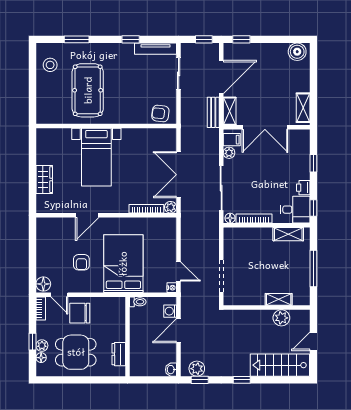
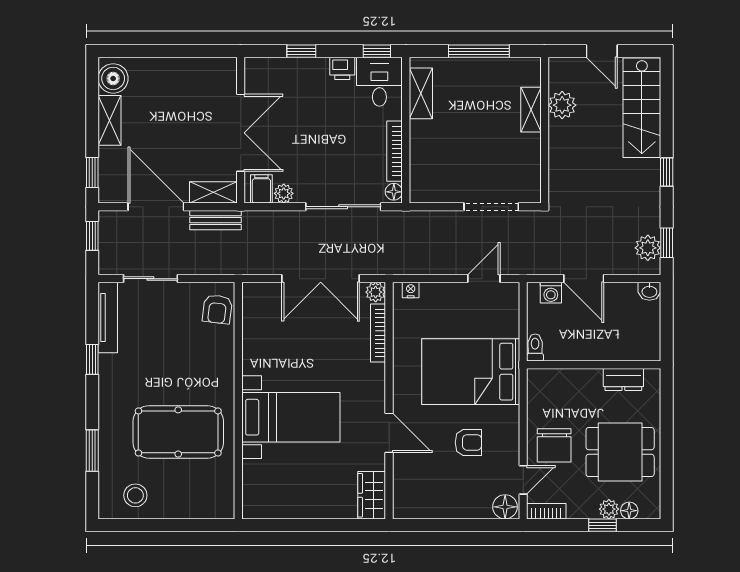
shelving: (303, 108) -> (110, 120), moved, turned 90
wardrobe: (44, 180) -> (372, 495), moved, turned -90
nightstand: (172, 288) -> (411, 290), moved
dining table: (76, 352) -> (620, 452), turned 90

